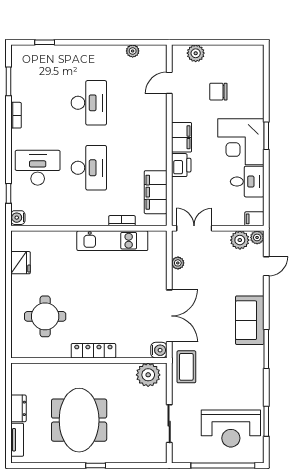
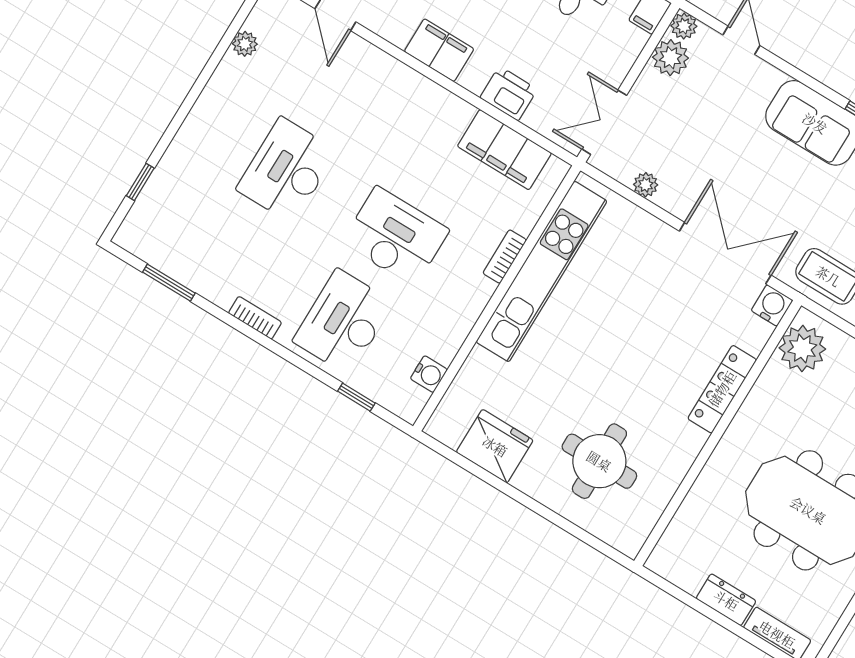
desk: (89, 103) -> (287, 170), turned -90
bookcase: (16, 115) -> (255, 318), moved
printer: (181, 165) -> (509, 93), moved
water cooler: (18, 218) -> (429, 374), moved, turned -90
bookcase: (122, 221) -> (505, 257), moved
kitchen unit: (112, 241) -> (542, 271), width x1.36
fridge: (20, 263) -> (495, 446), width x1.36, depth x1.34
locker: (93, 351) -> (722, 389), moved

